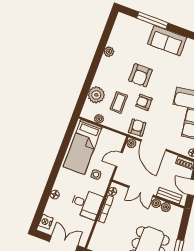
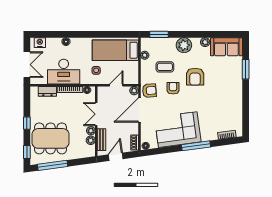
window: (152, 20) -> (246, 69), width x0.69
sofa: (167, 41) -> (226, 47), moved, turned -90
armchair: (140, 75) -> (195, 77), turned -90
plant: (96, 95) -> (184, 45), moved
window: (83, 96) -> (159, 34), added
door: (119, 160) -> (116, 85), hinge flipped
desk: (86, 204) -> (64, 72), width x1.37
dresser: (99, 233) -> (47, 91), added

